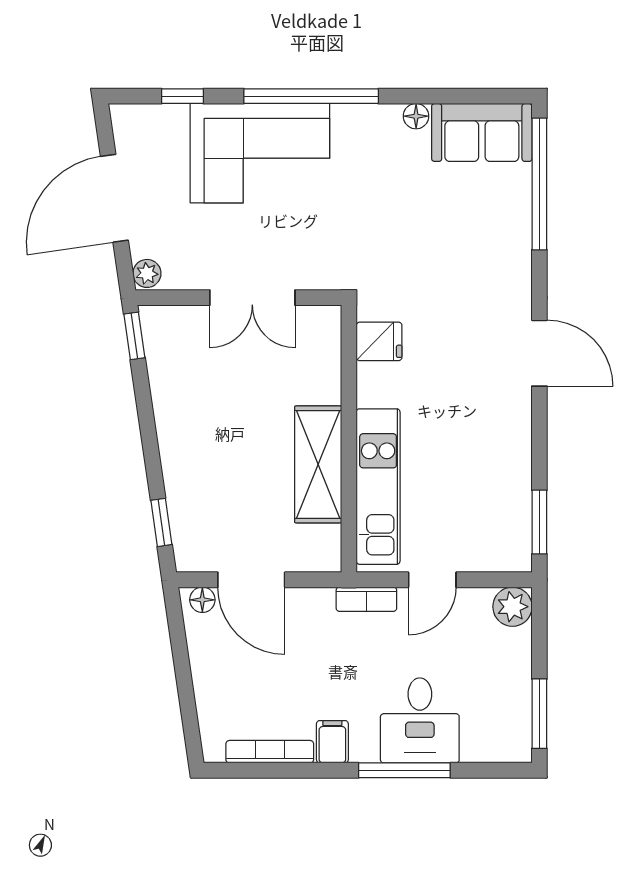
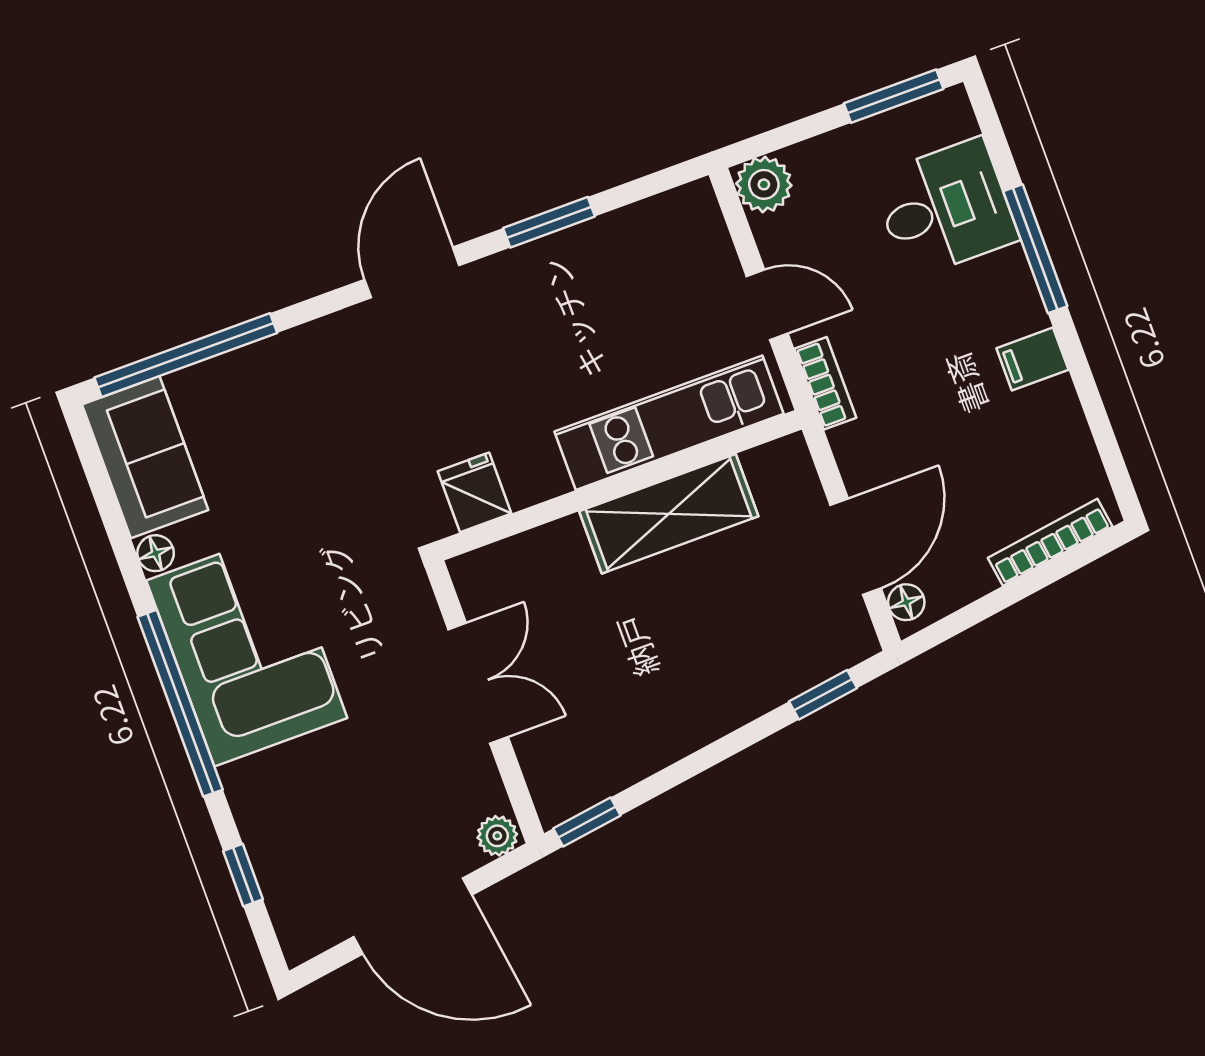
corner sofa: (260, 153) -> (247, 649), moved
window: (539, 522) -> (549, 222), moved
desk: (420, 720) -> (945, 208), moved
bookcase: (270, 752) -> (1050, 542), moved, turned 82

